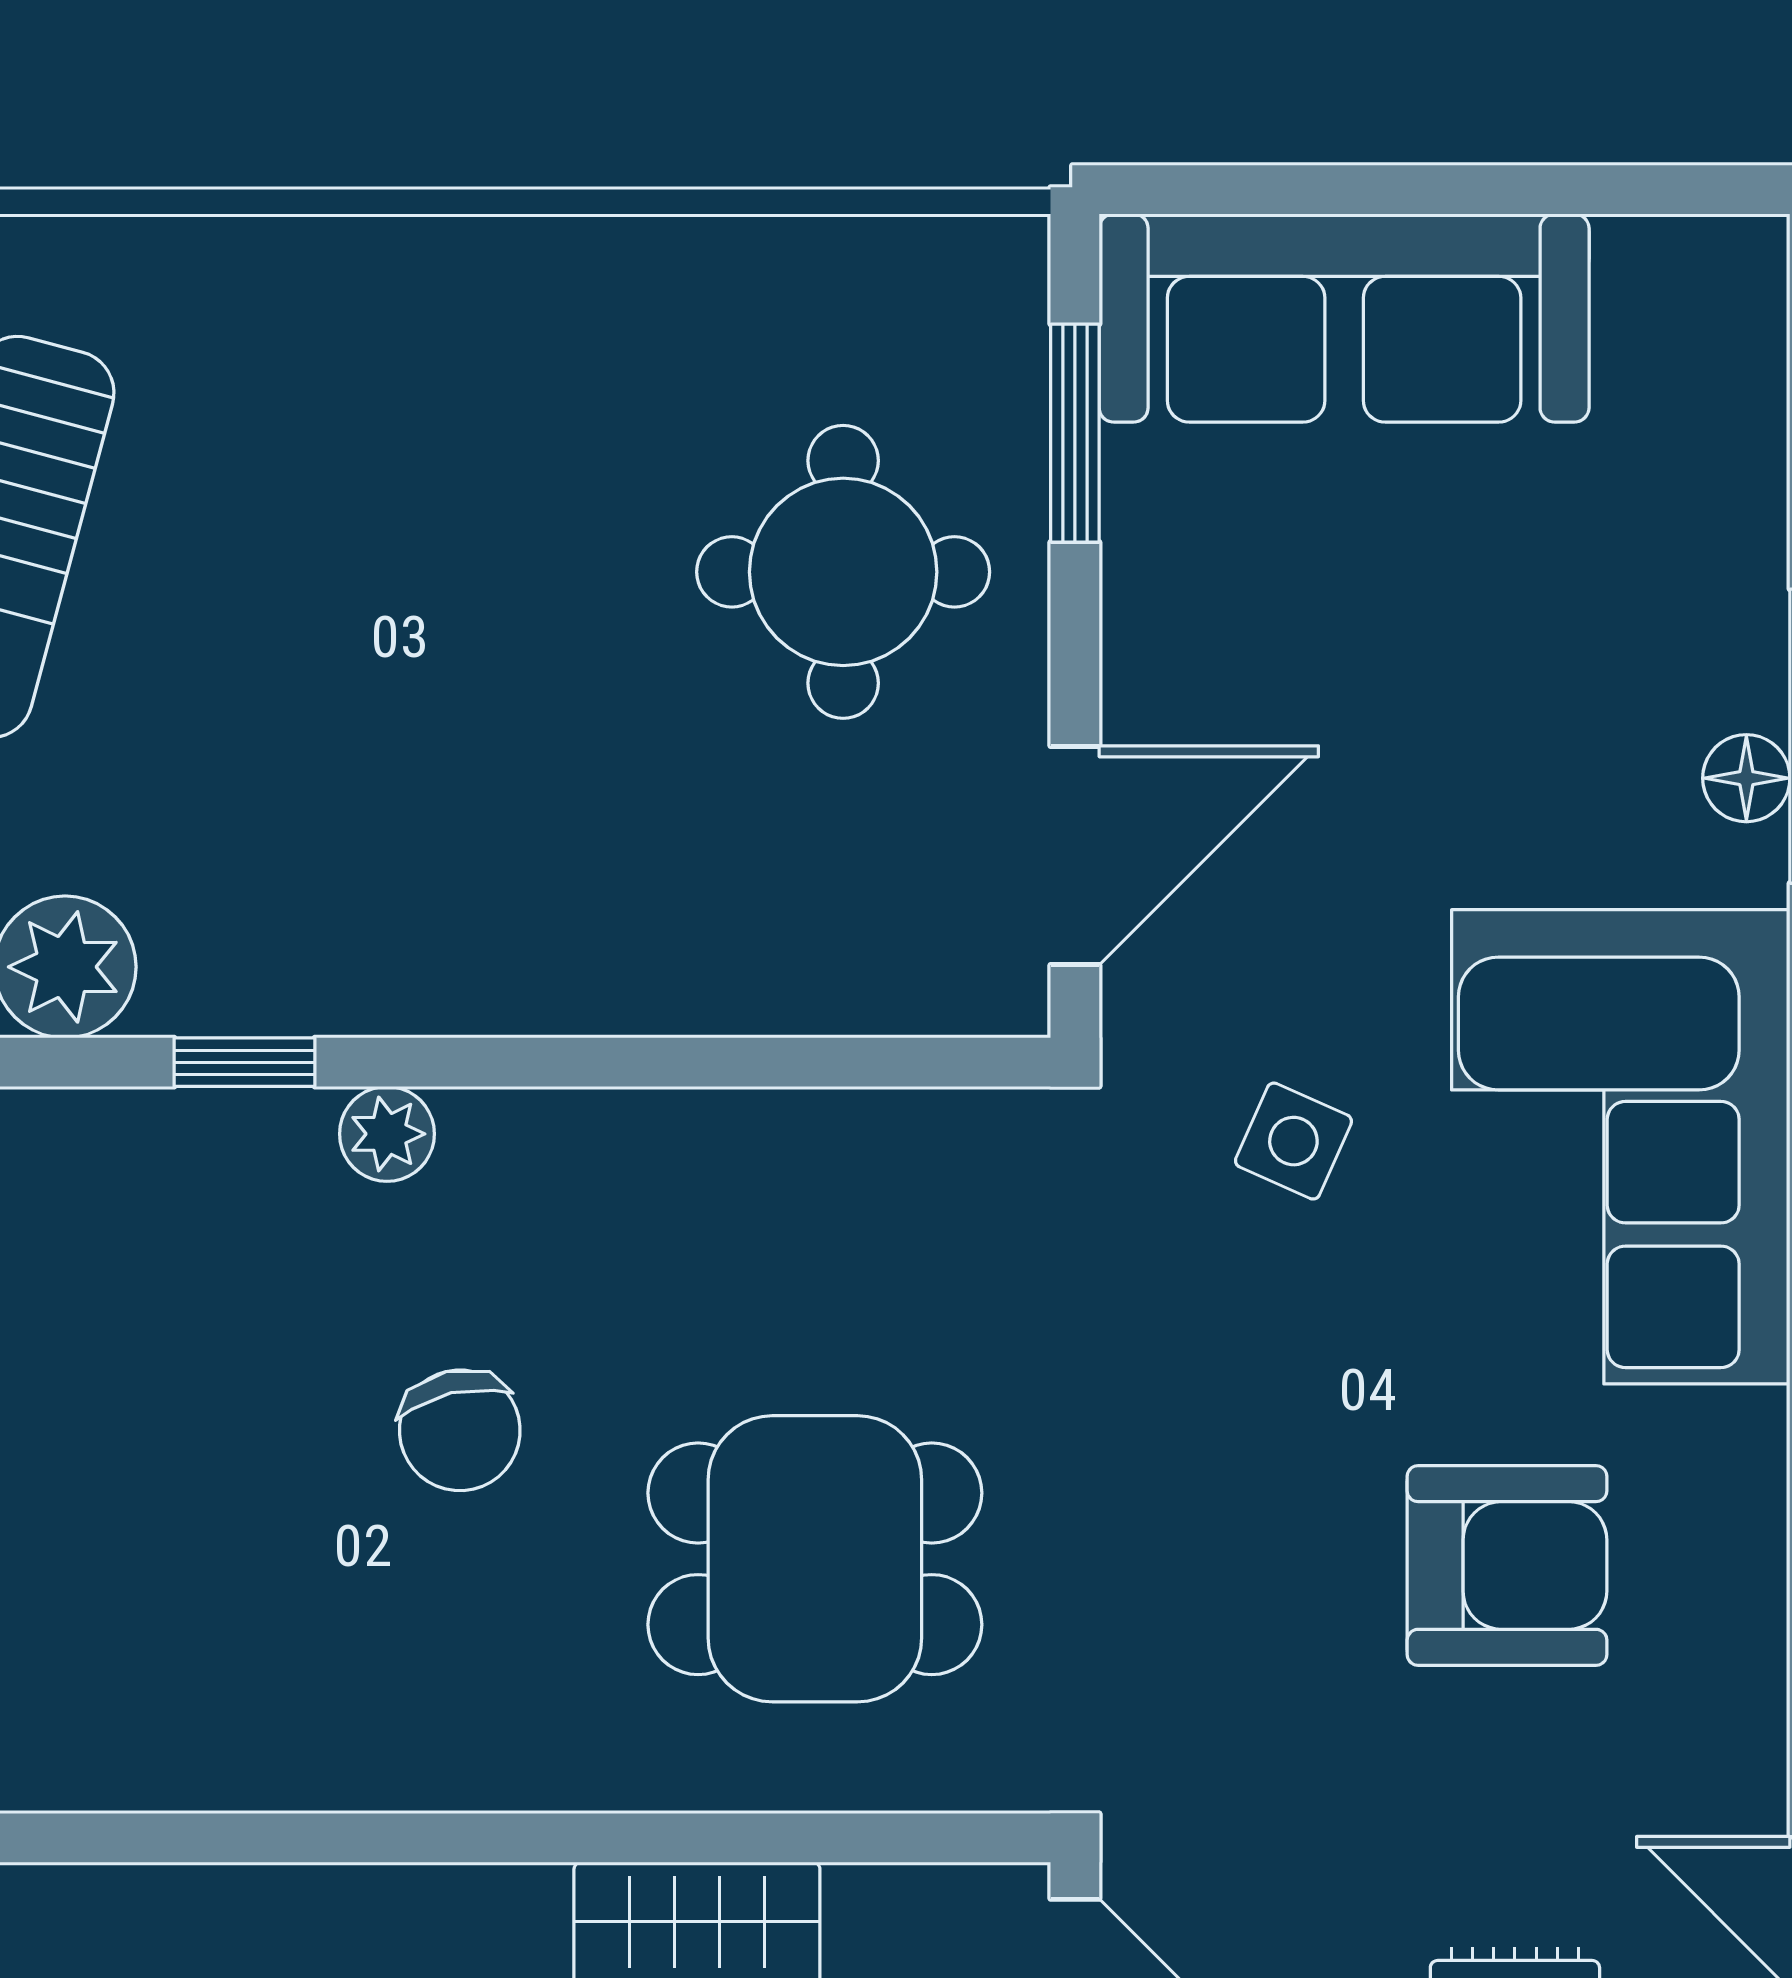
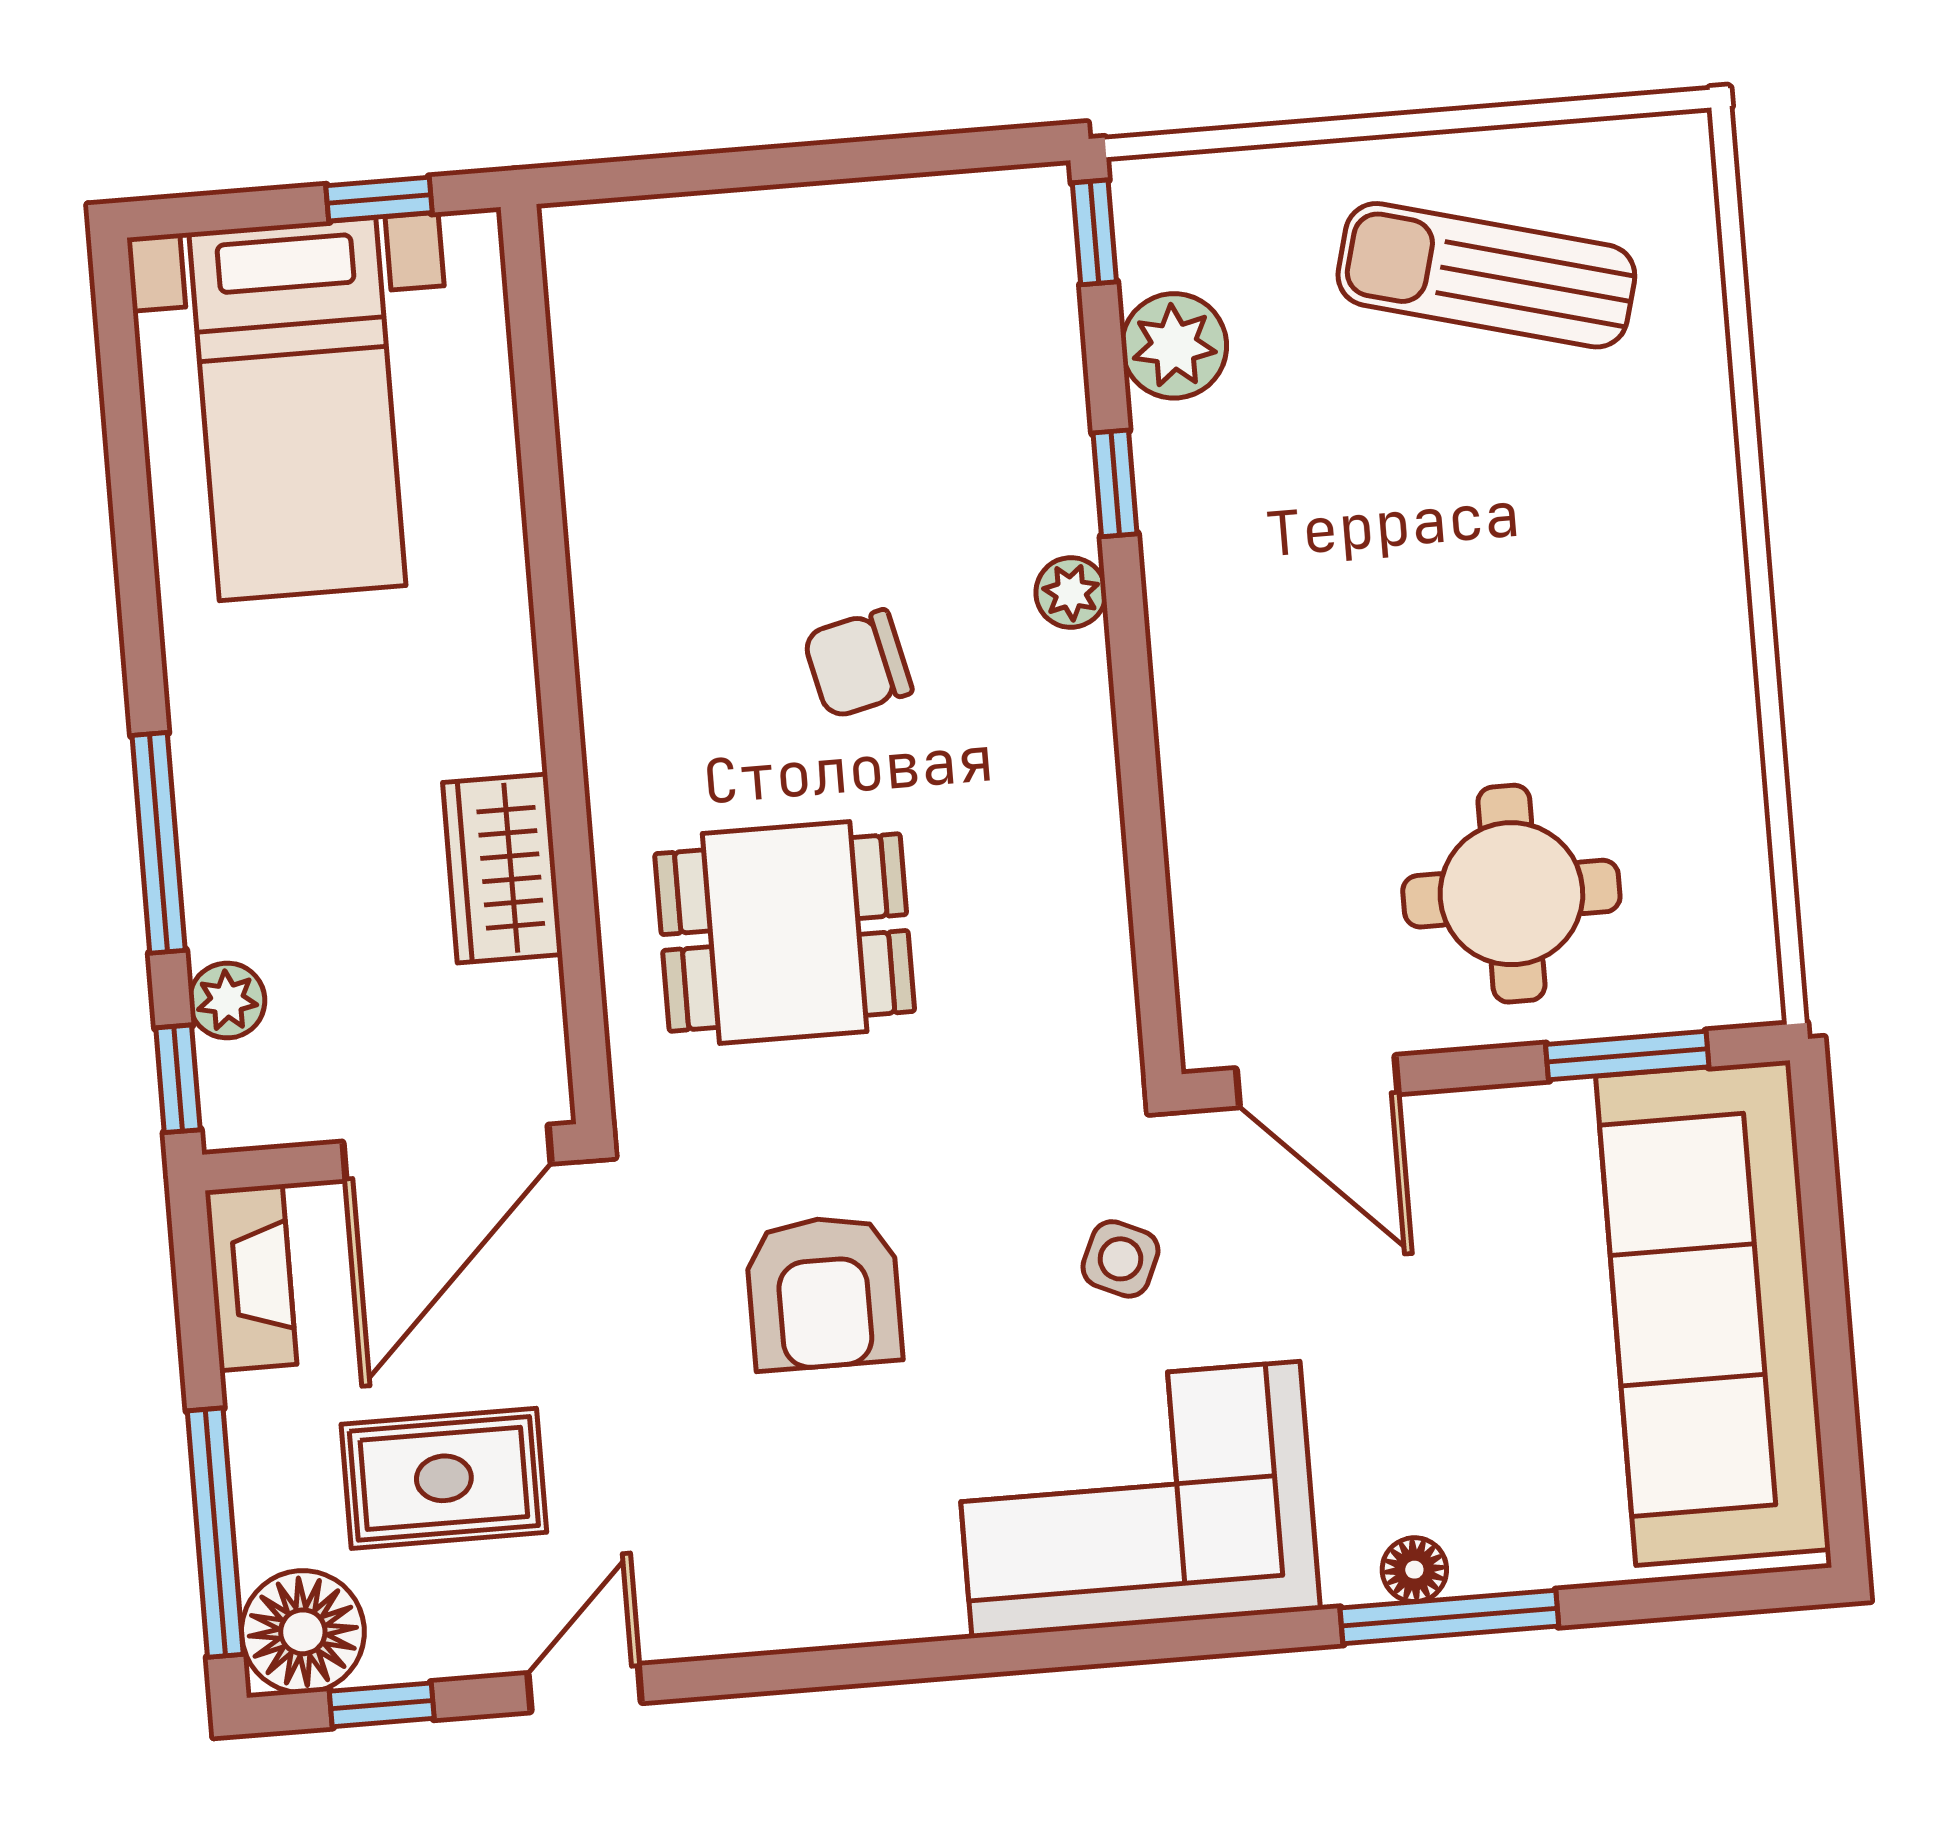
sofa: (1344, 318) -> (1713, 1313), width x1.36, depth x1.27
dining table: (815, 1559) -> (785, 933), turned 90
armchair: (1507, 1565) -> (824, 1293), moved

